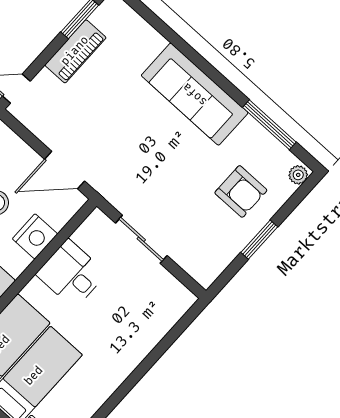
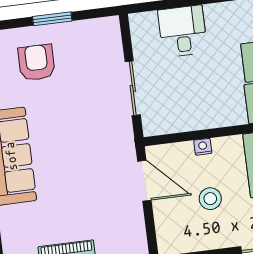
nightstand: (35, 236) -> (203, 147), width x0.53, depth x0.56
desk: (71, 274) -> (183, 31), moved, turned 180

